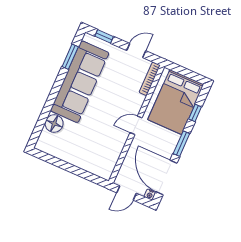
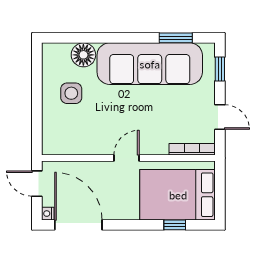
door: (136, 125) -> (127, 158), hinge flipped
side table: (76, 143) -> (71, 93), added
window: (181, 144) -> (129, 225), removed
door: (166, 177) -> (78, 225), hinge flipped

